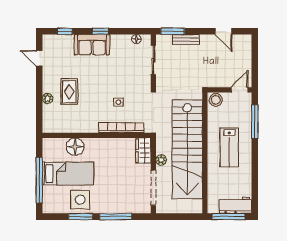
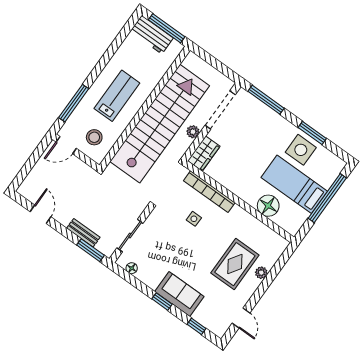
rug: (69, 92) -> (235, 264), width x1.36, depth x1.43
stool: (216, 100) -> (94, 137), moved
window: (116, 217) -> (266, 100), moved

